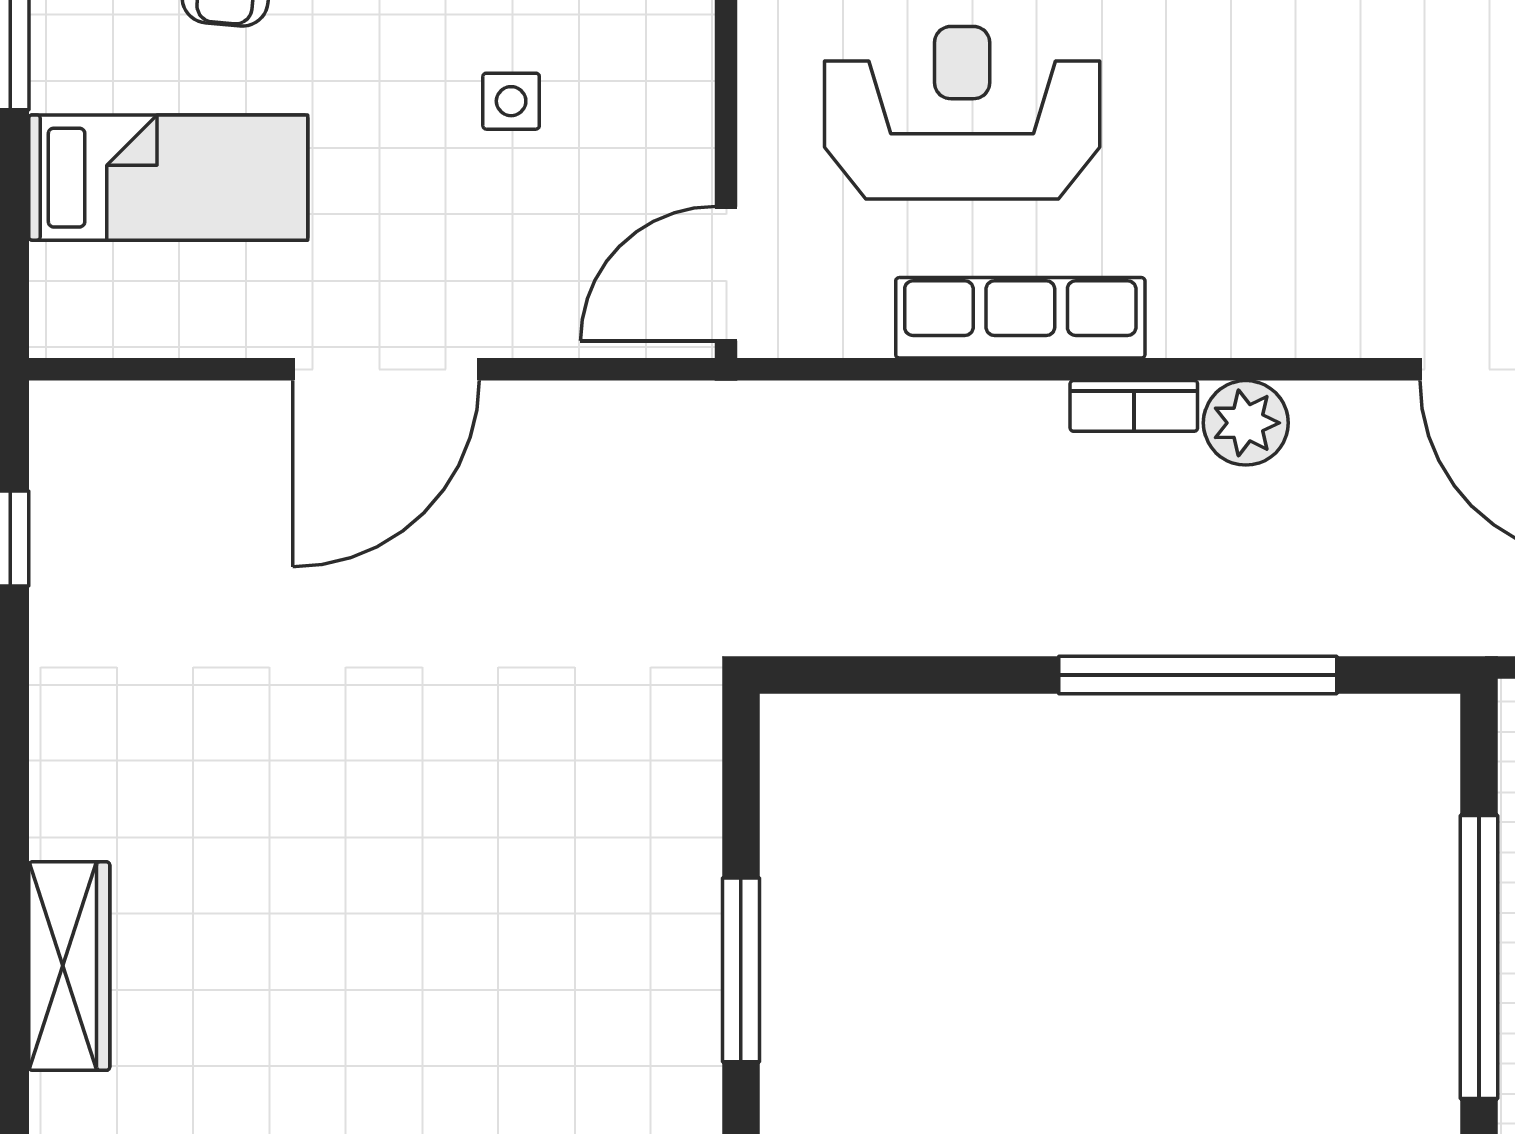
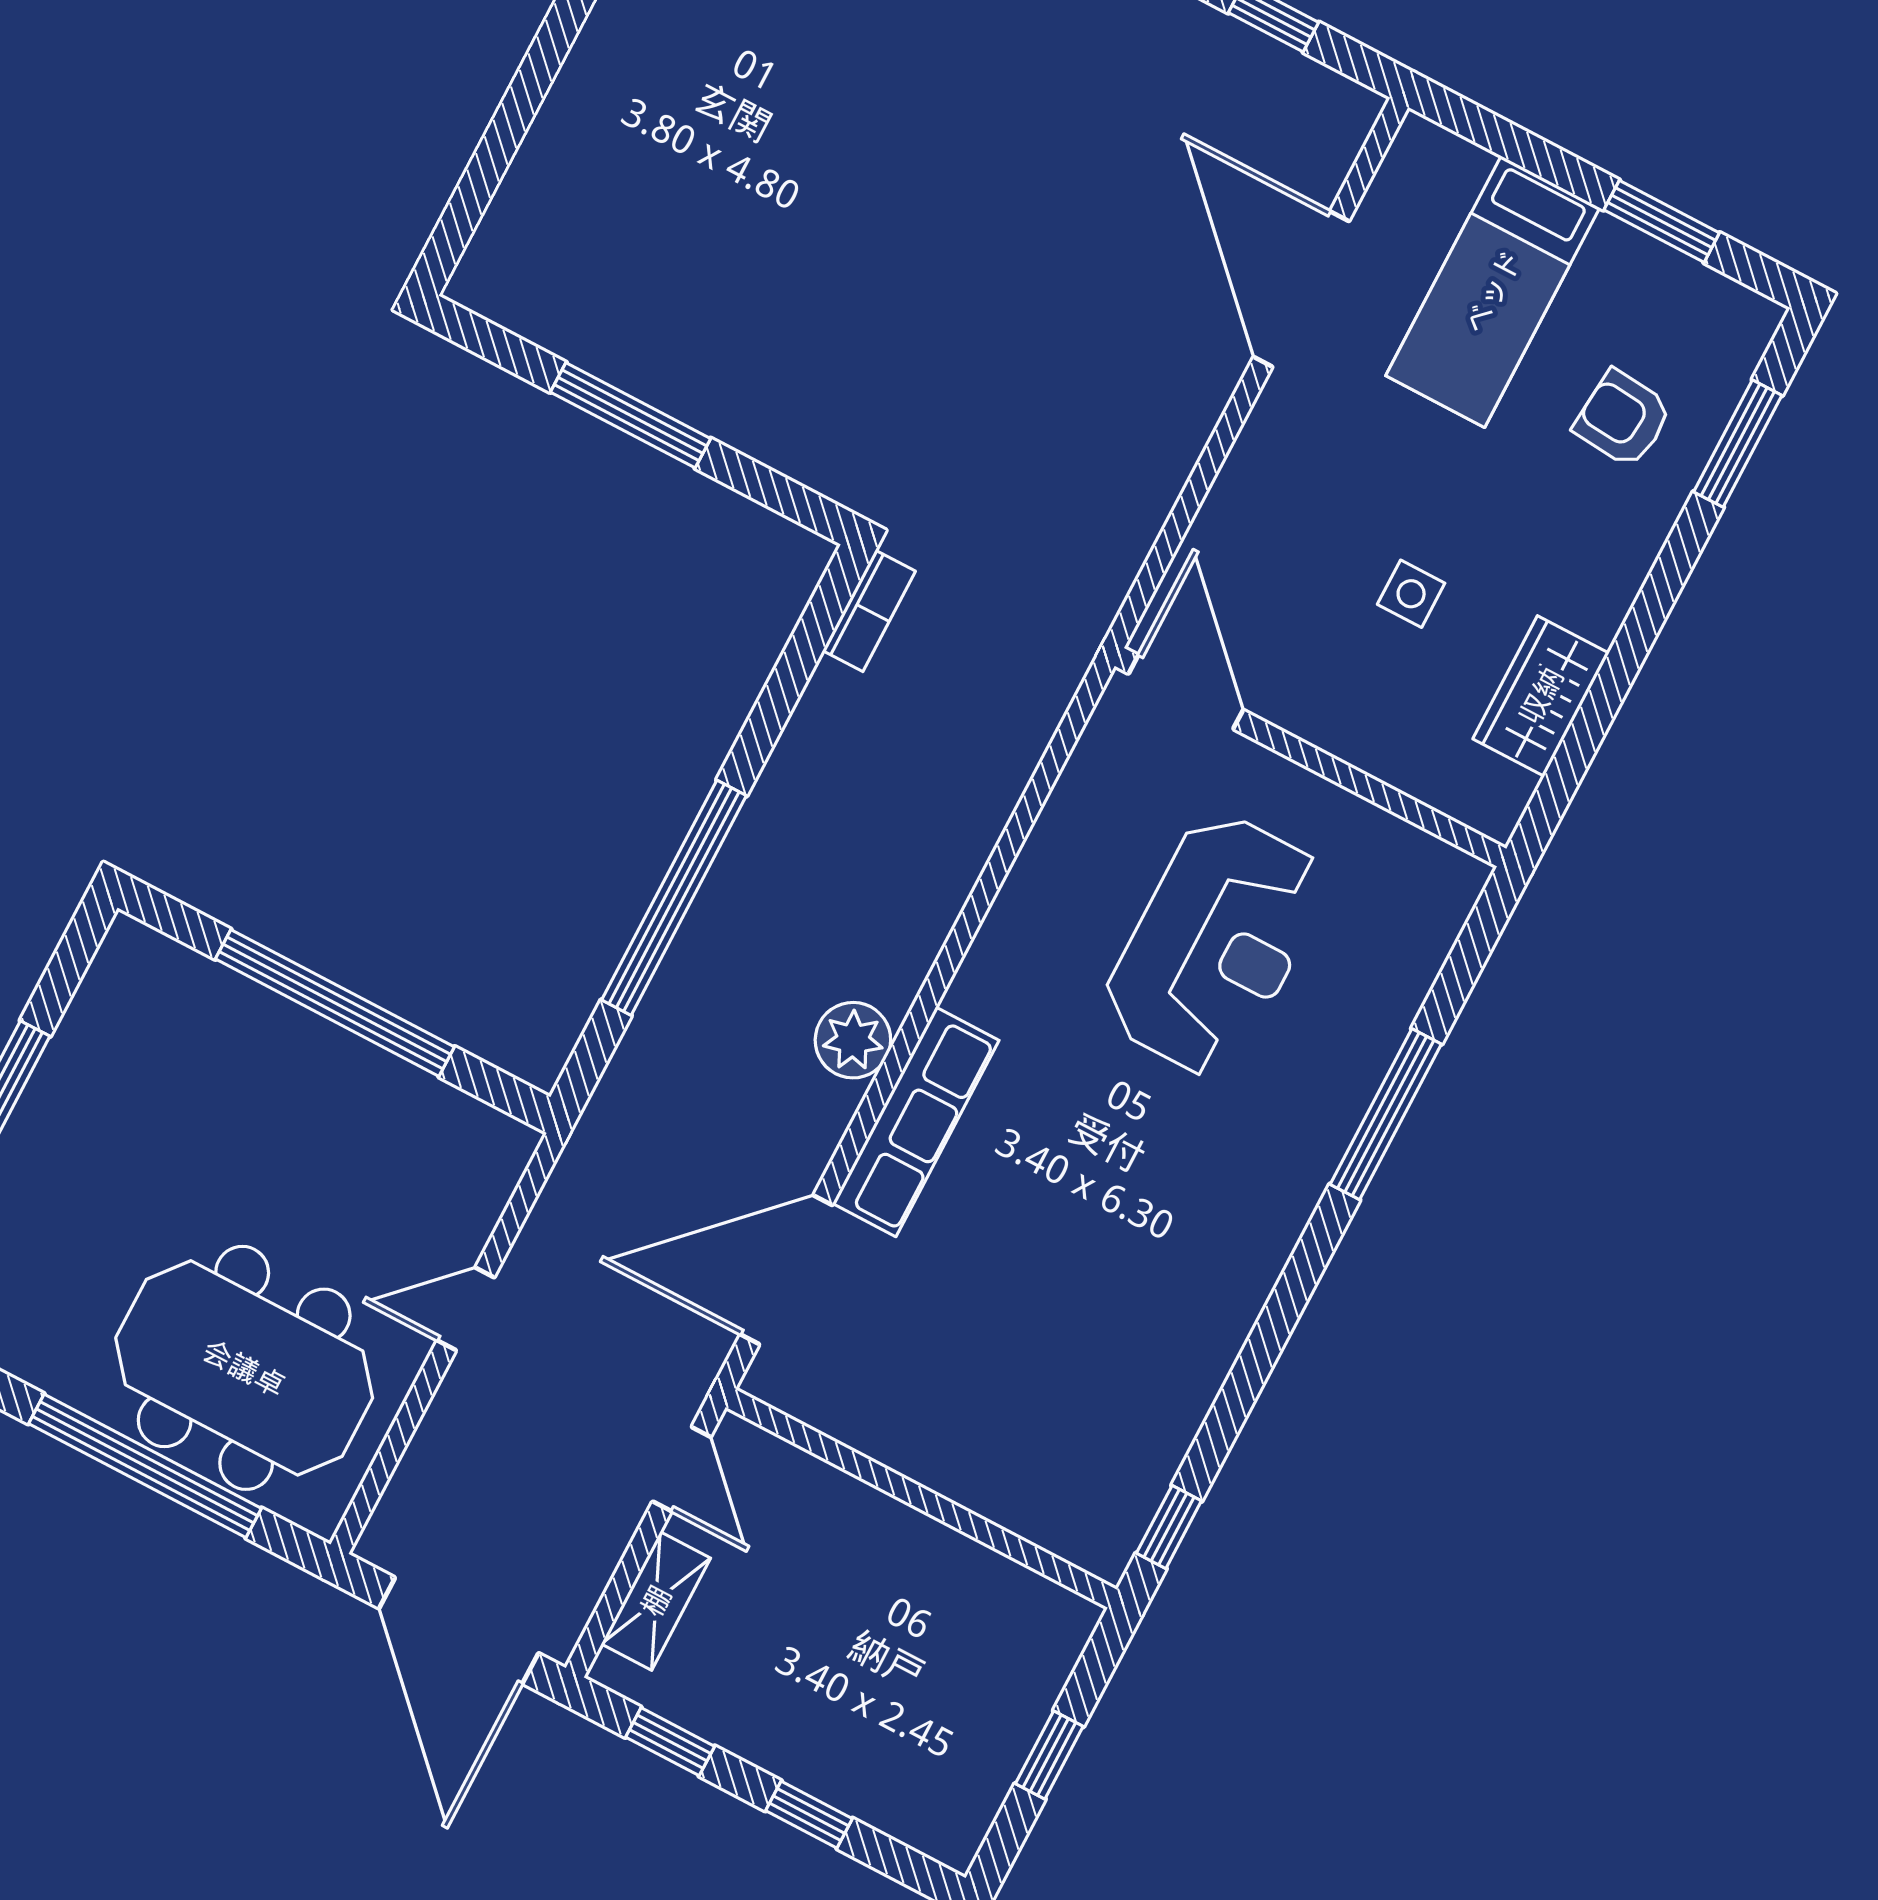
row of seats: (1020, 318) -> (916, 1122), moved
door: (386, 369) -> (1301, 289), moved
bookcase: (1134, 406) -> (869, 611), moved, turned 180

